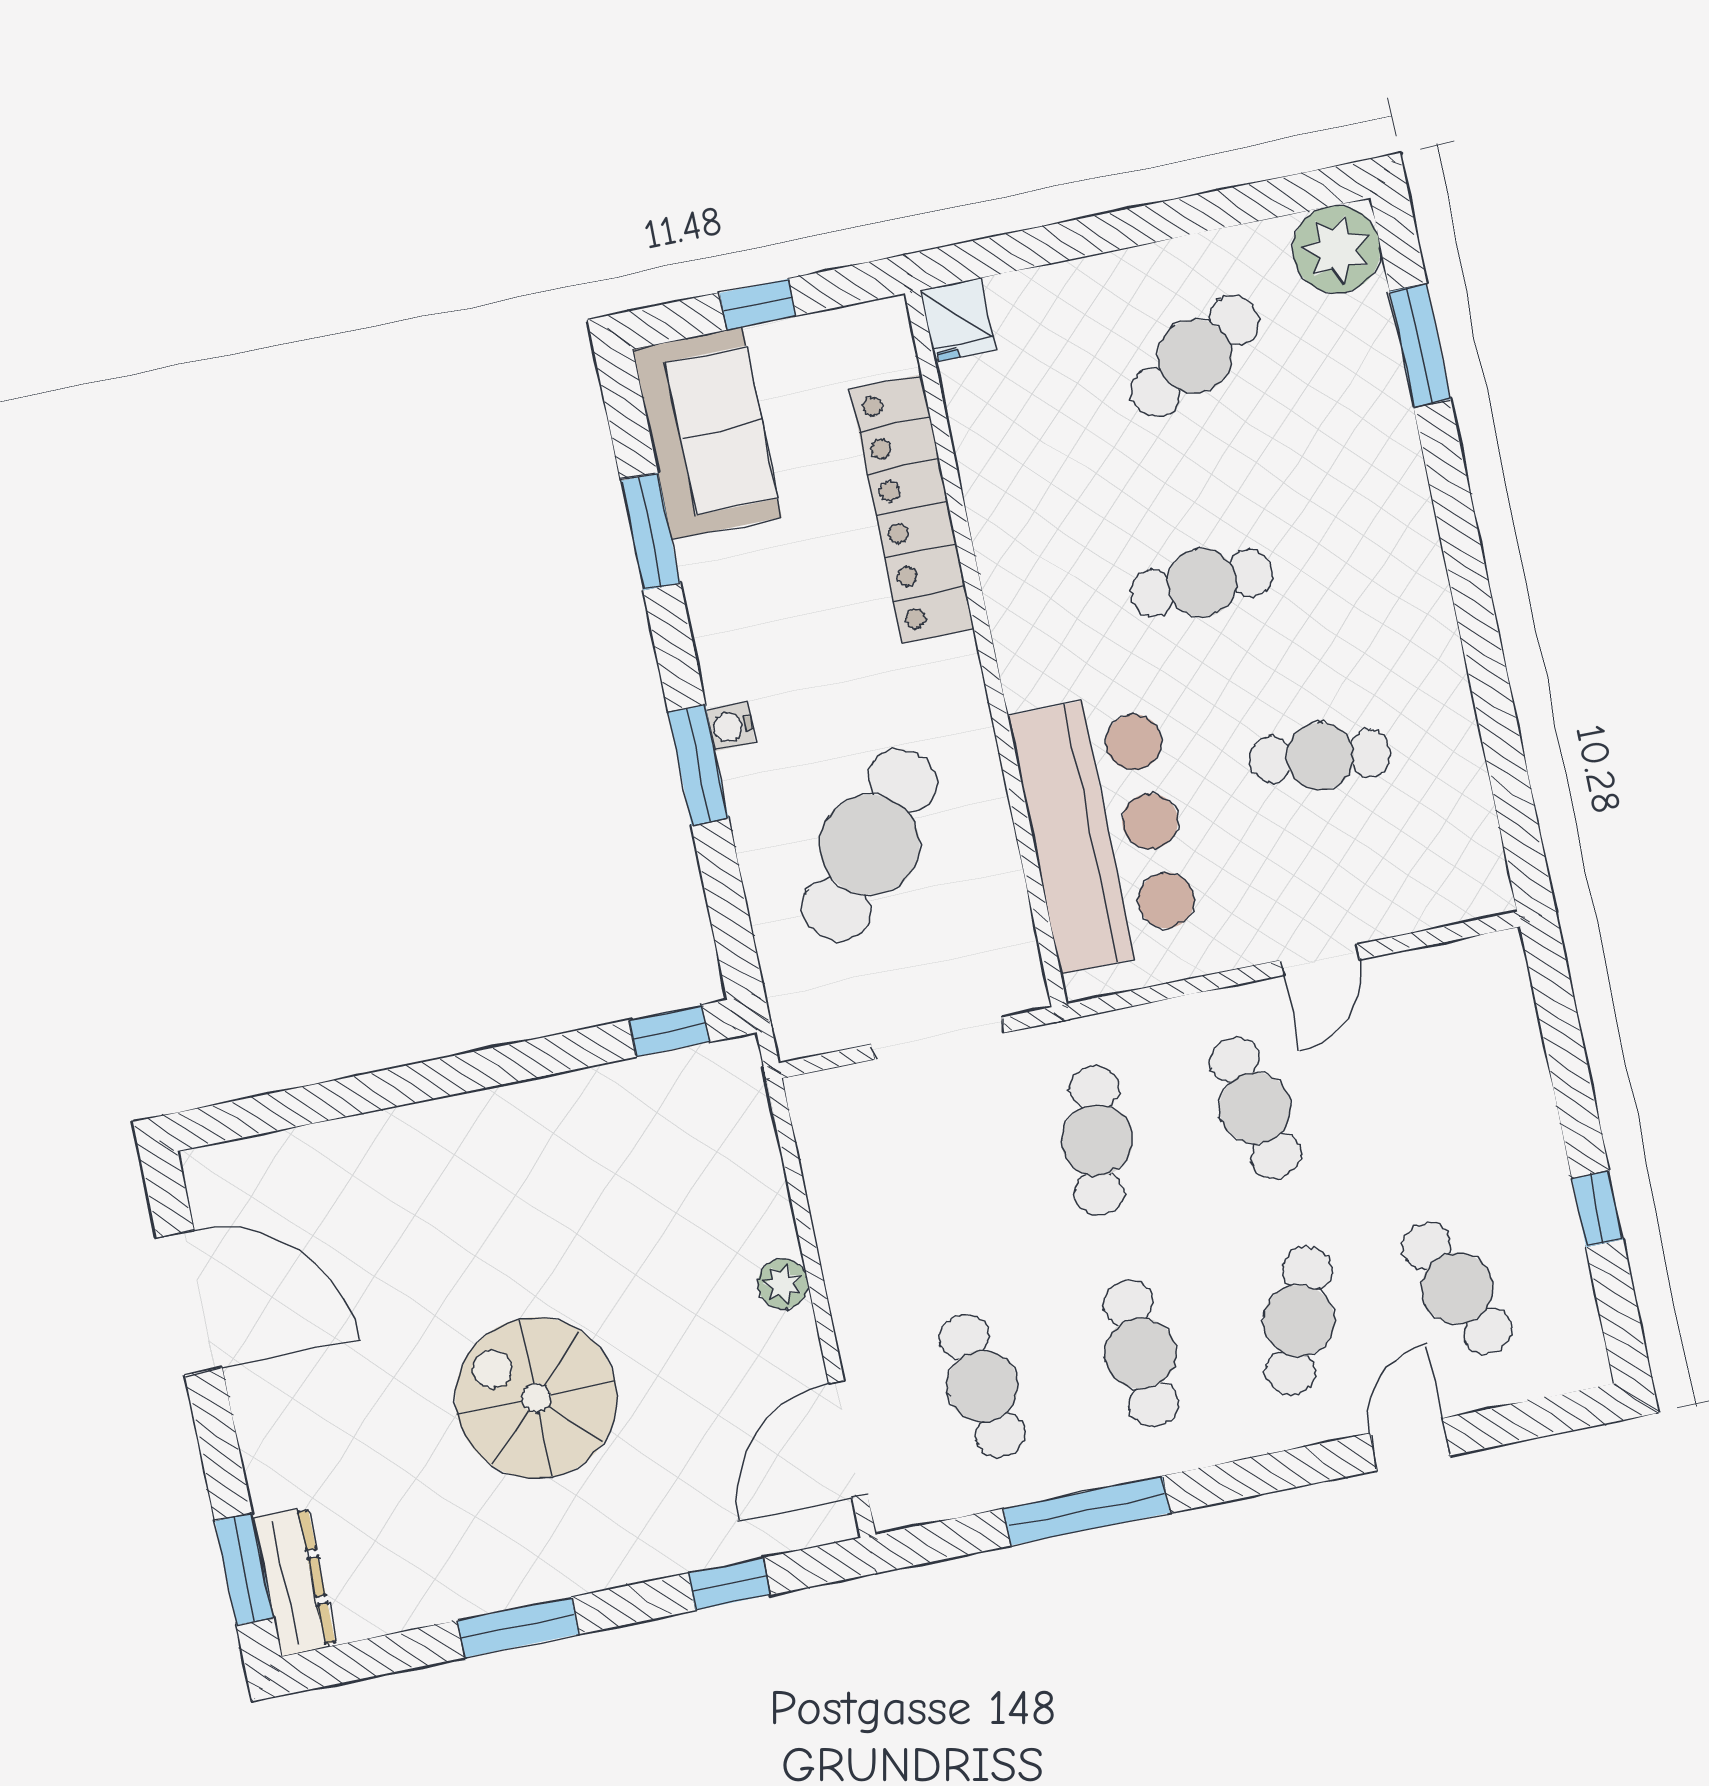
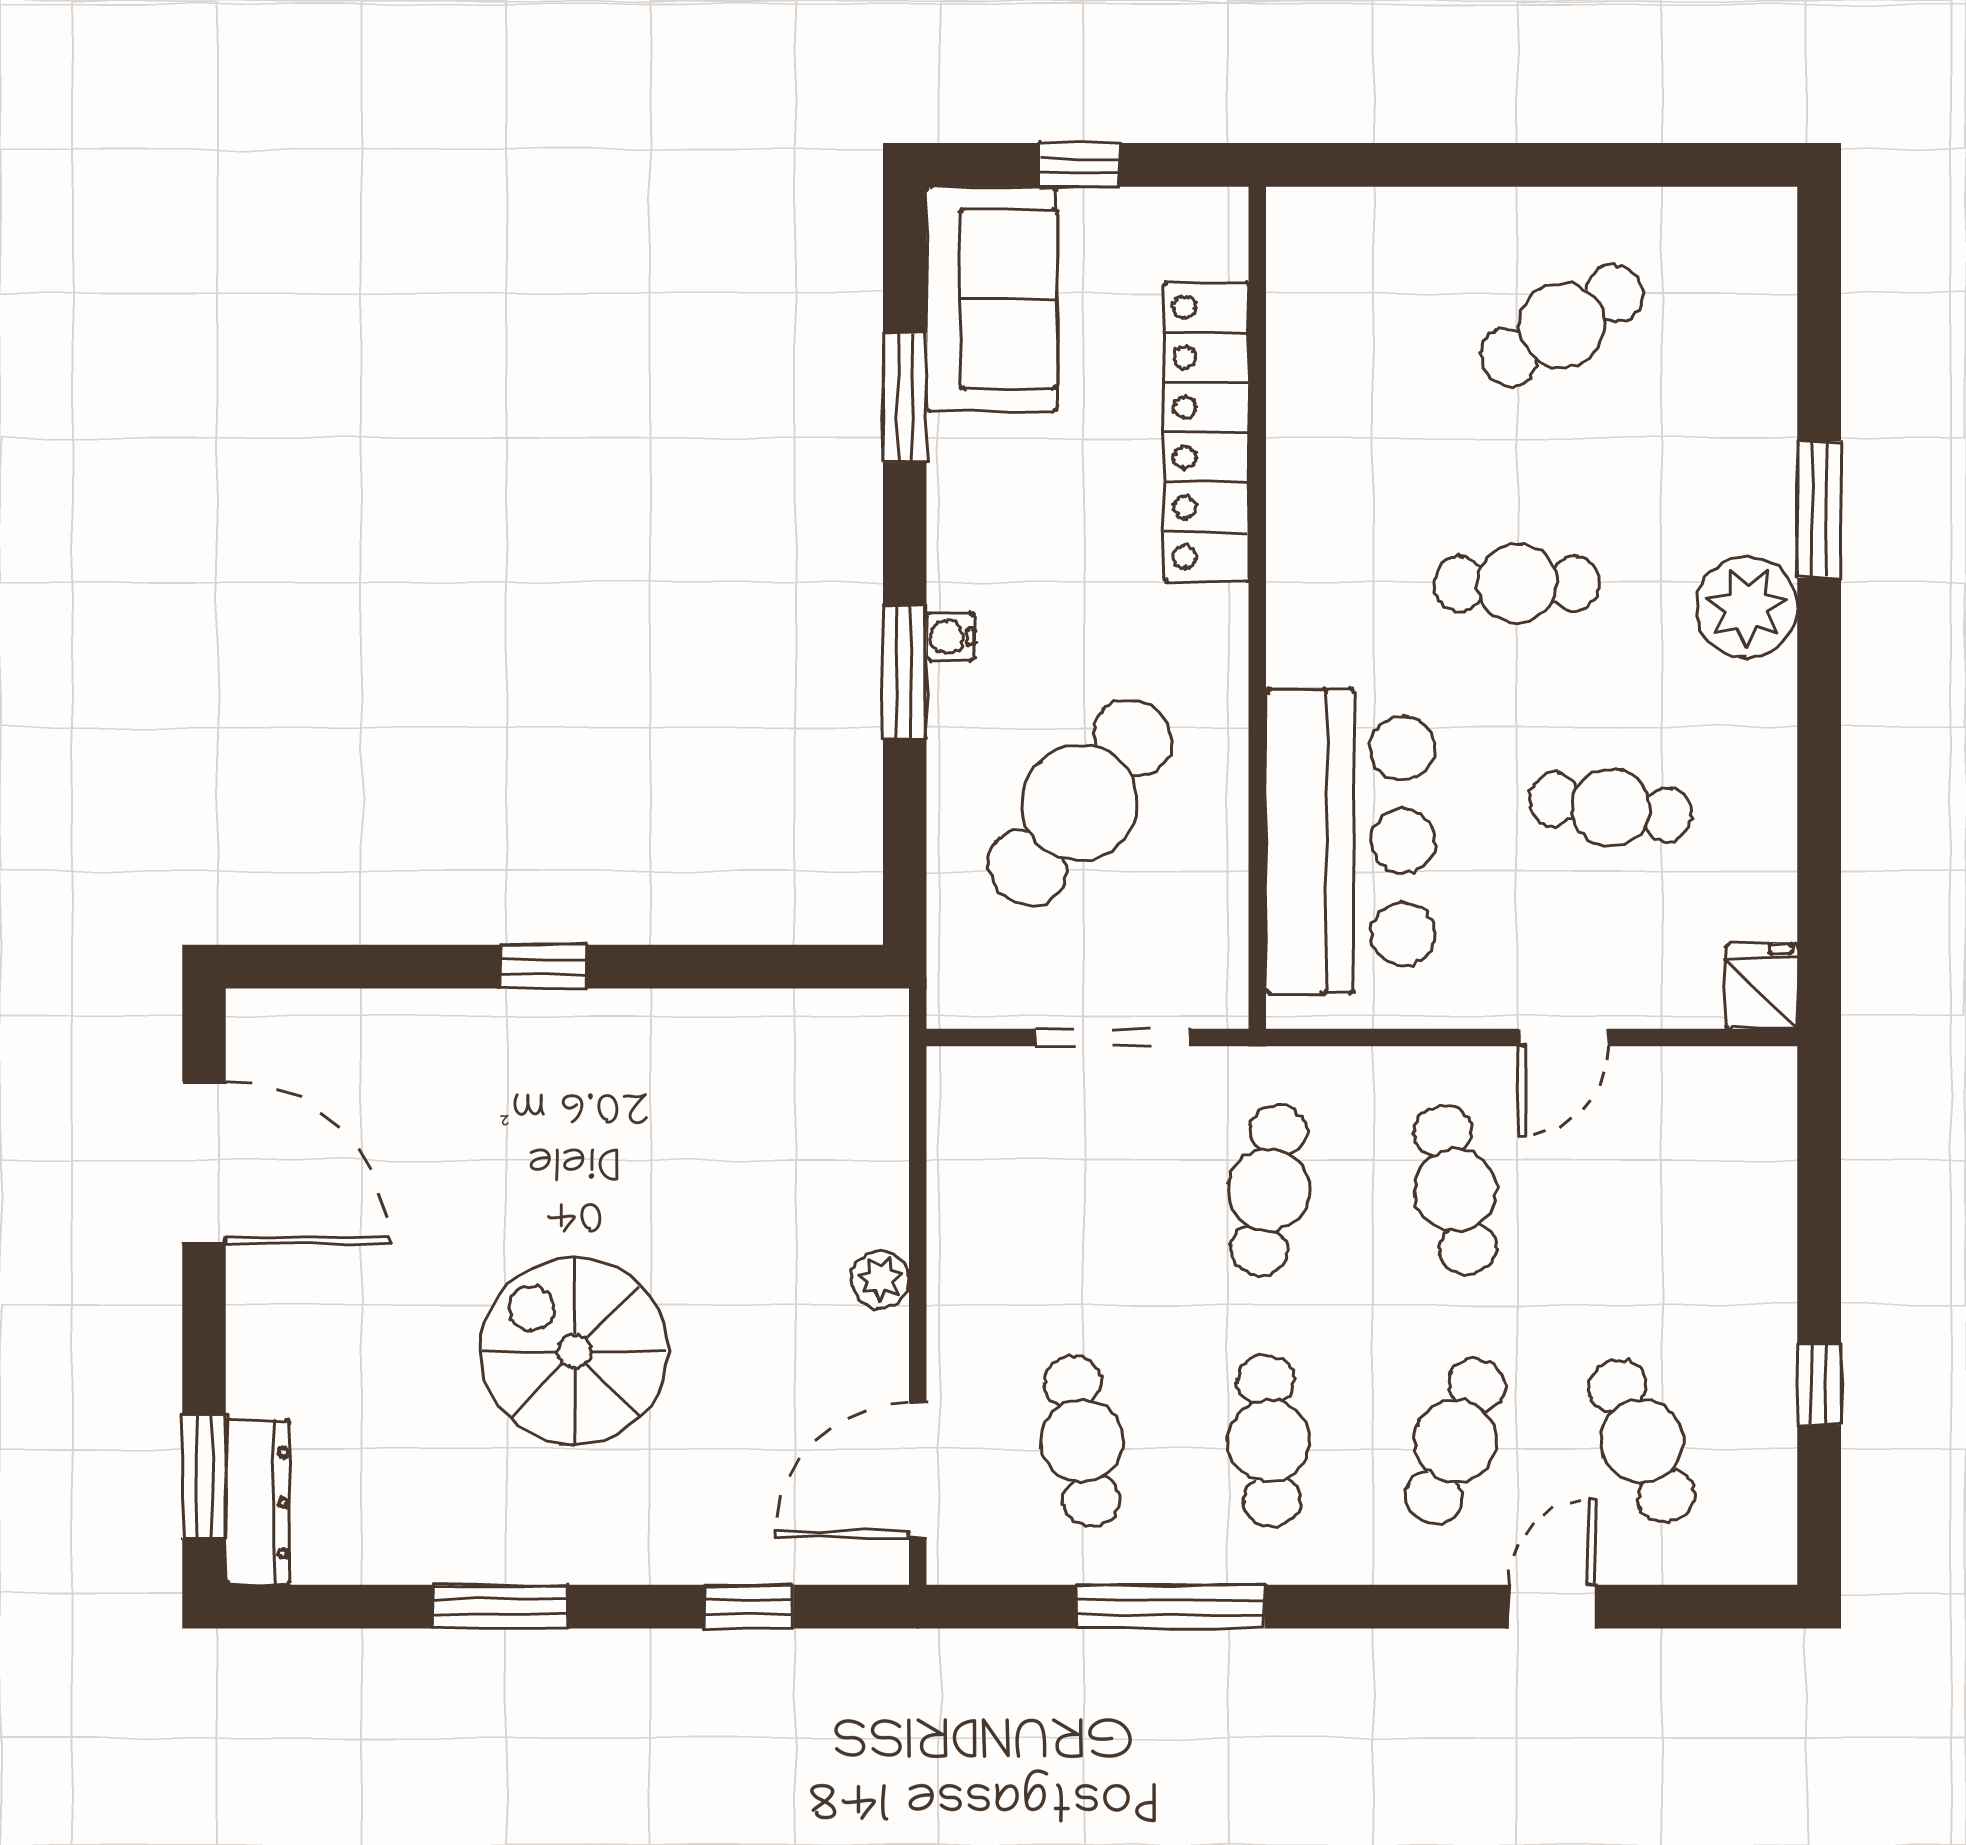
plant: (1337, 249) -> (1747, 607), moved
fridge: (958, 320) -> (1762, 986), moved, turned 180
window: (1420, 345) -> (1819, 510), moved
window: (669, 1031) -> (543, 967), moved

